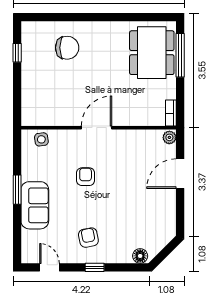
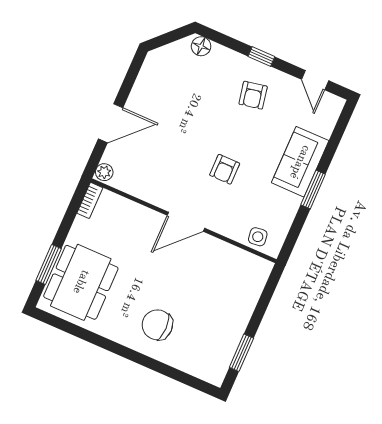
chair: (67, 48) -> (157, 325), moved
window: (17, 53) -> (241, 353), width x1.50
window: (180, 55) -> (49, 265), width x0.69

